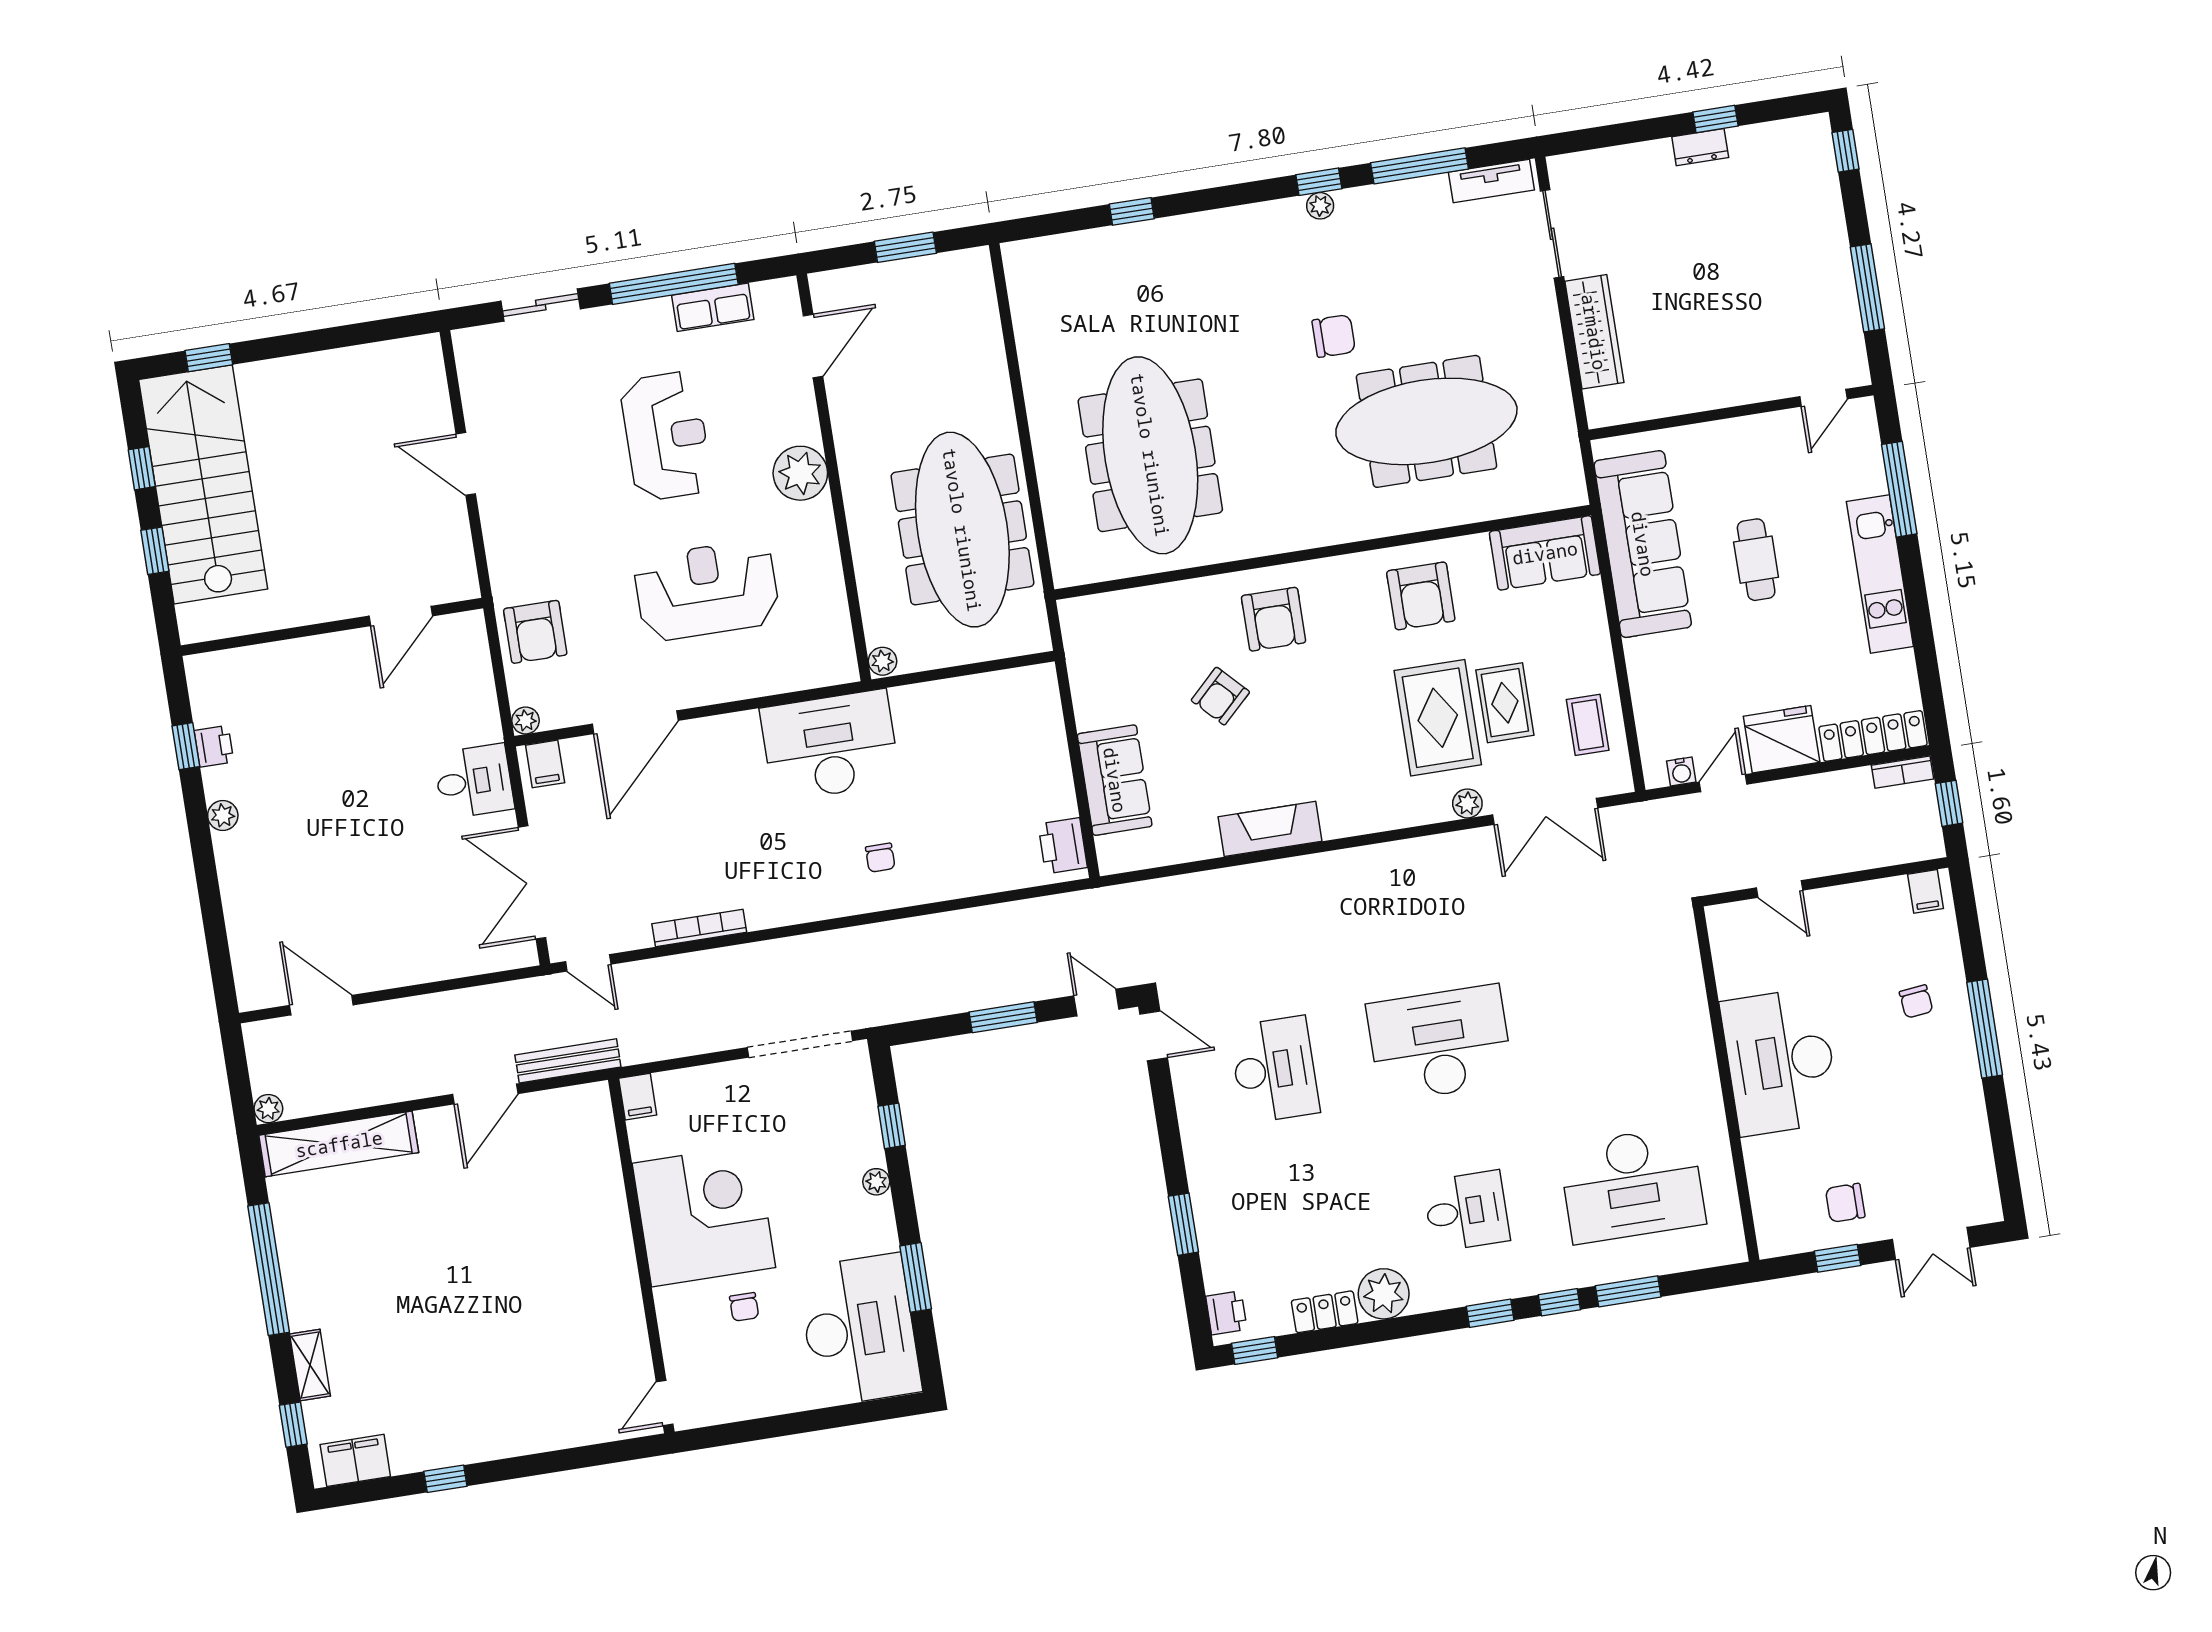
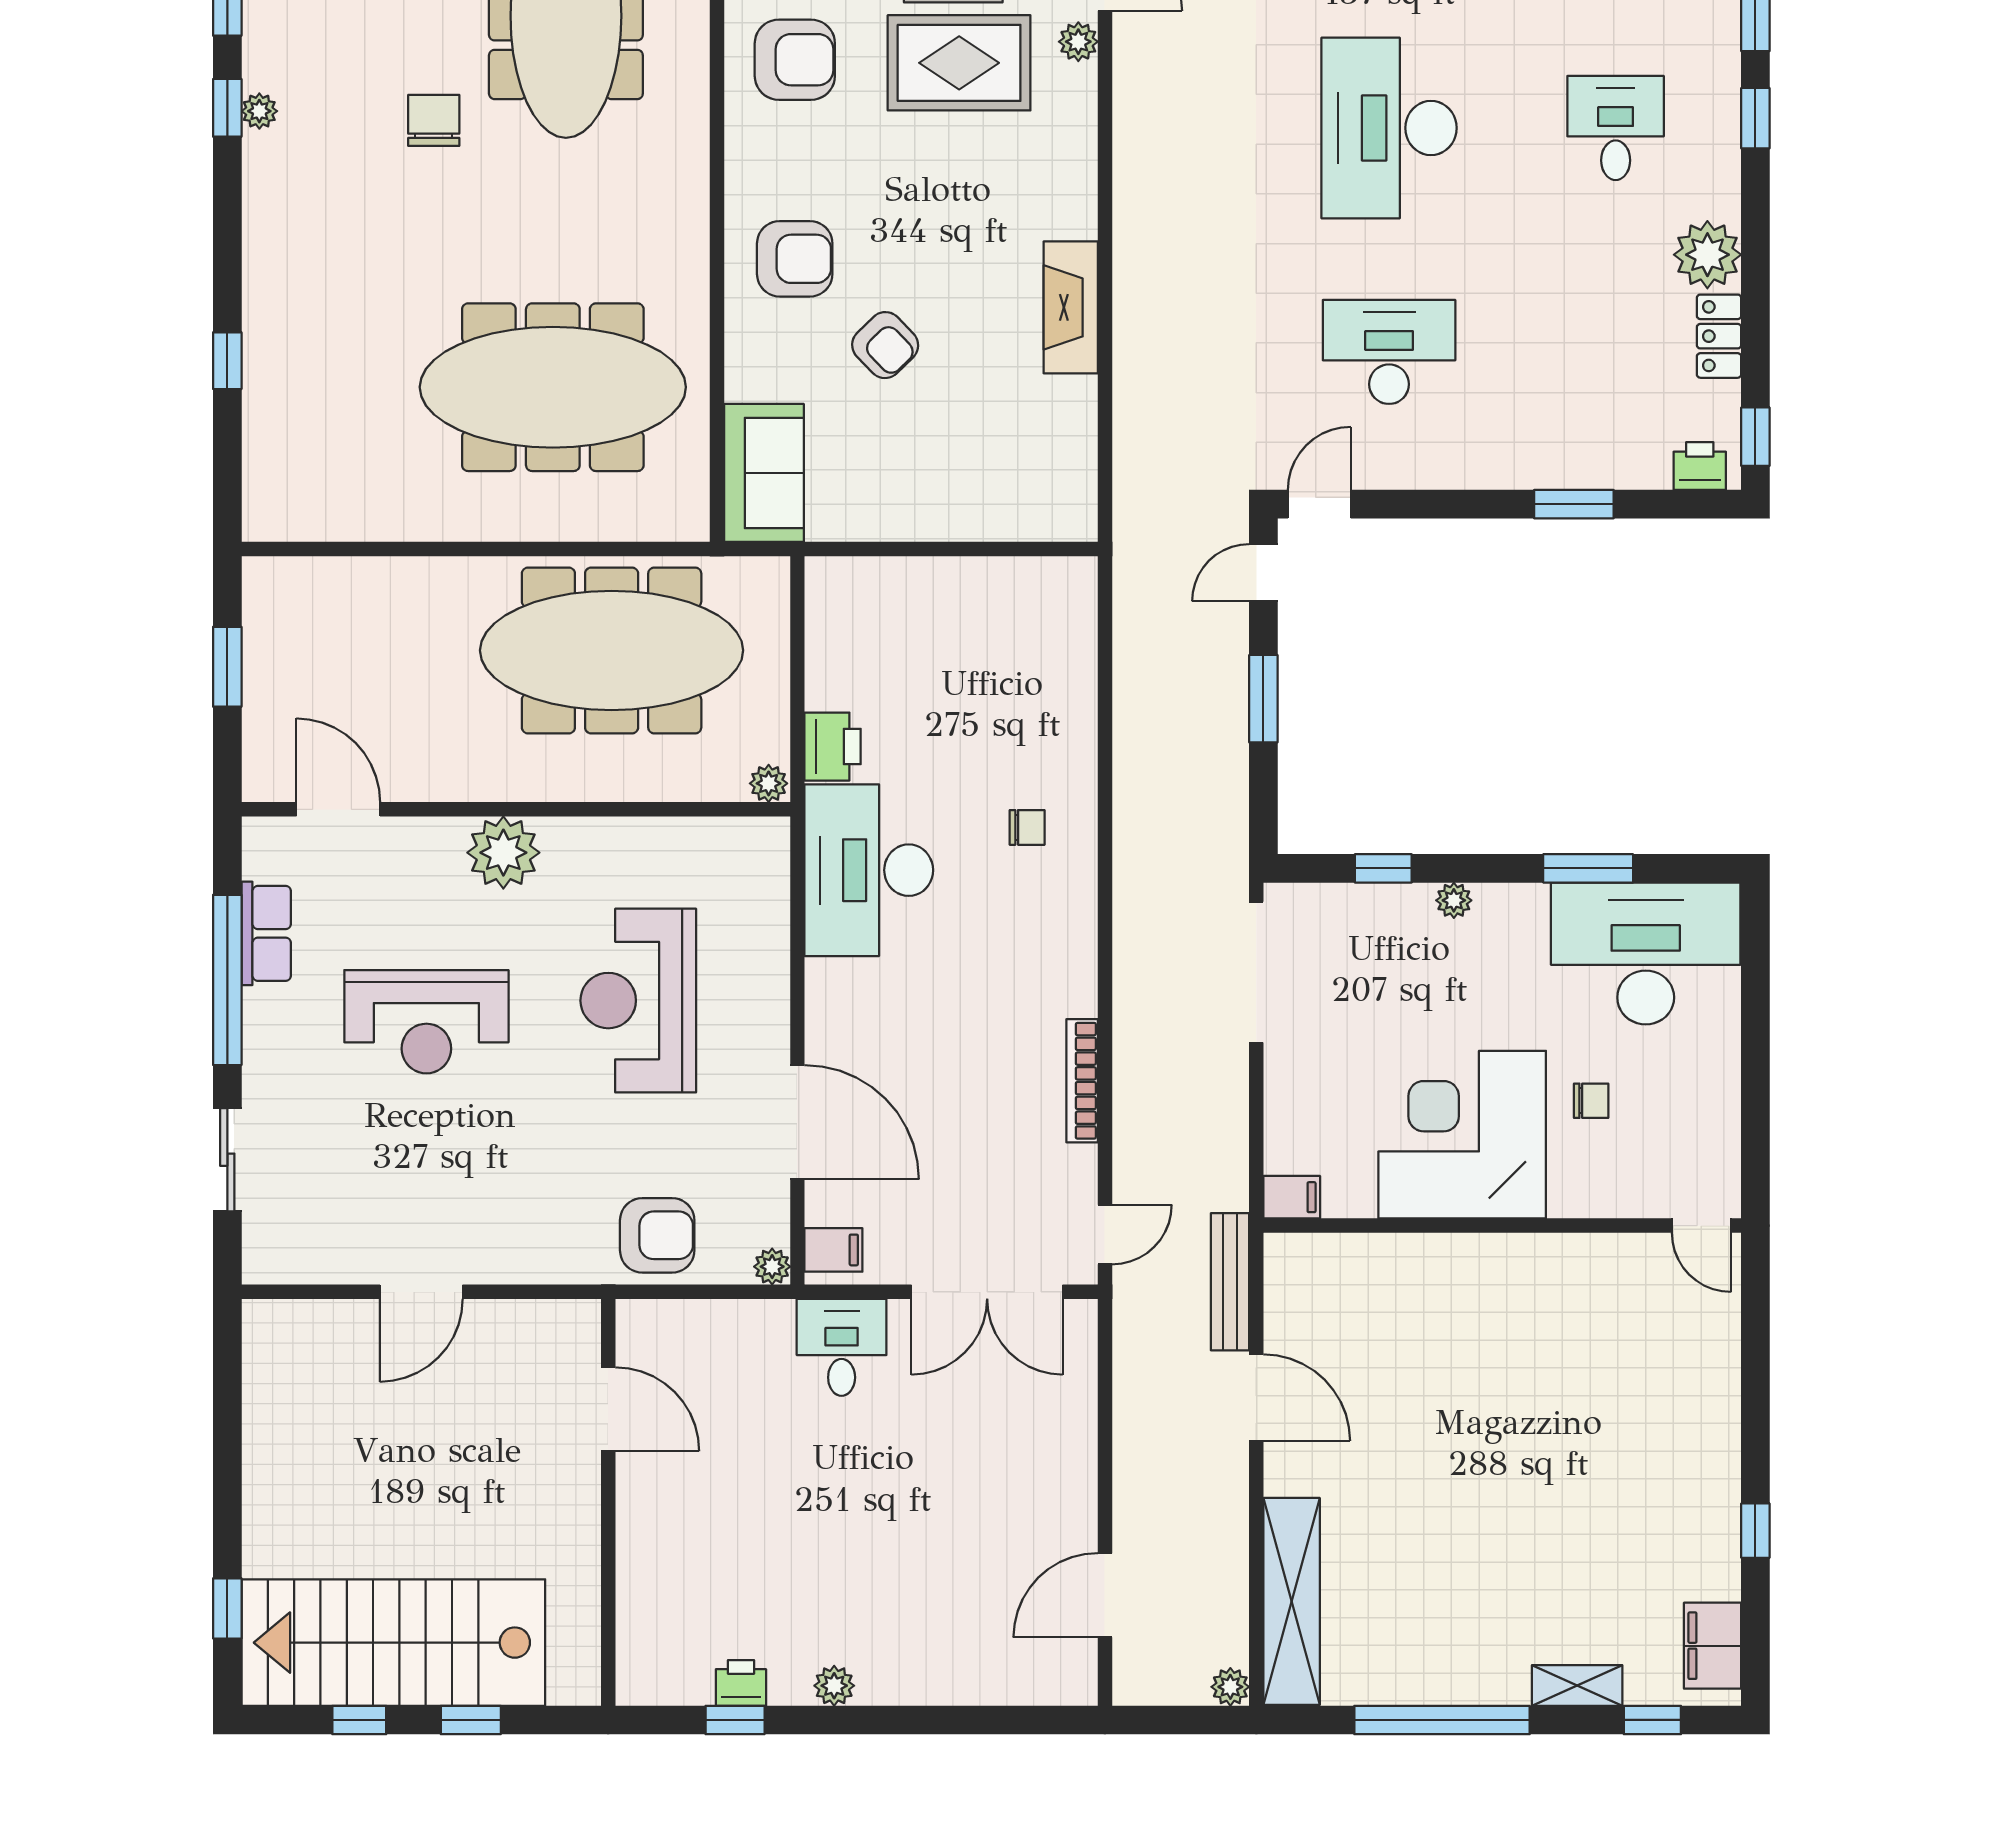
reception desk: (666, 436) -> (426, 1022), turned 180
sofa: (1115, 780) -> (764, 473), moved, turned 90
printer: (1063, 846) -> (833, 747), moved, turned -90

